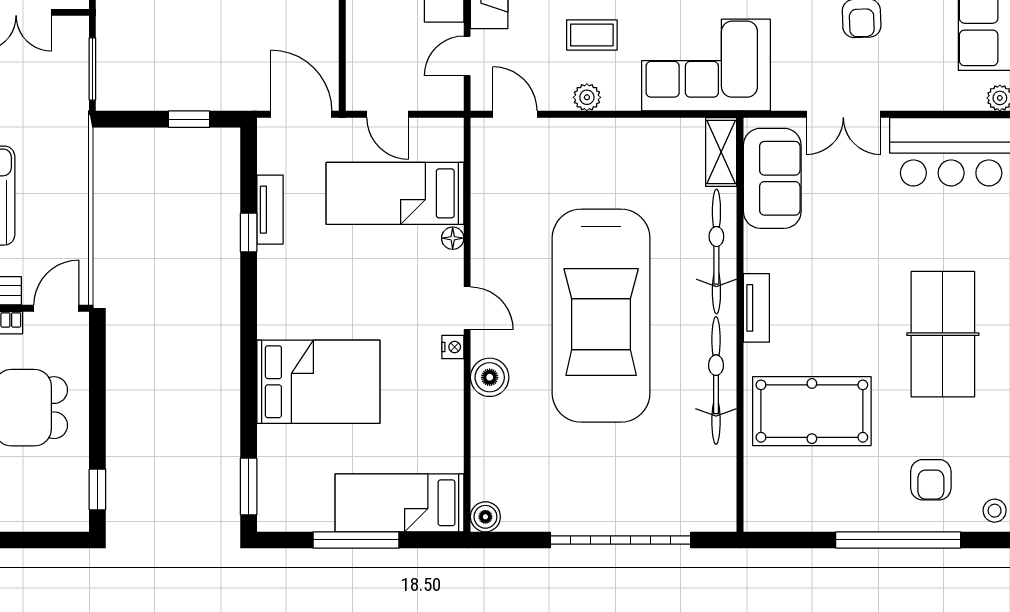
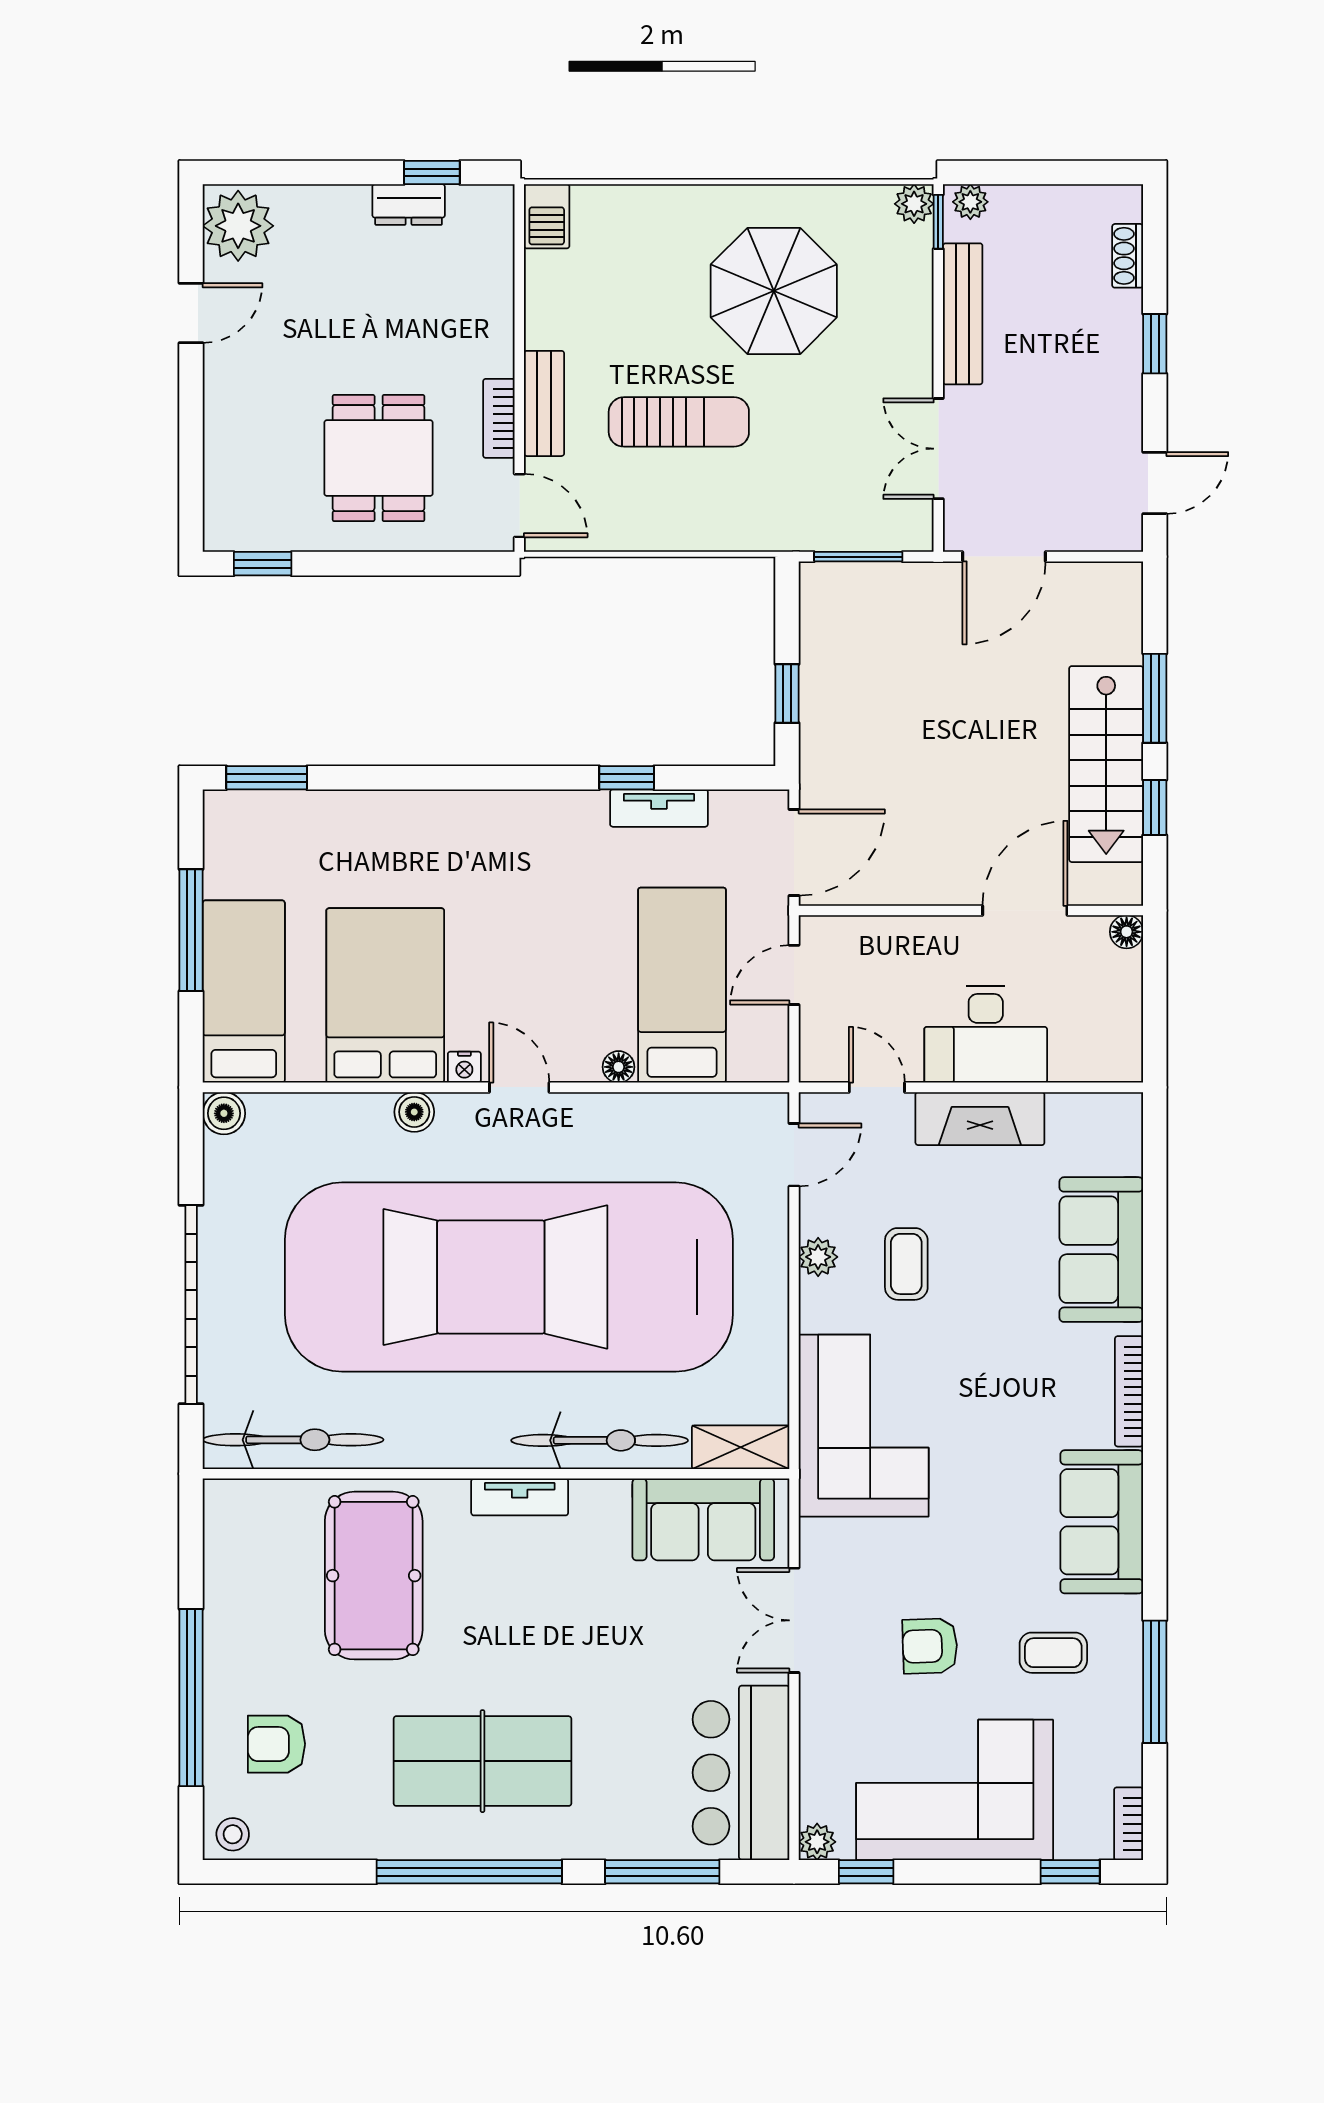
door: (467, 308) -> (519, 1087), swing flipped
car: (601, 316) -> (509, 1277), width x1.36, depth x1.48
boiler: (490, 377) -> (414, 1112), width x0.73, depth x0.73
bicycle: (716, 380) -> (293, 1440), moved
bed: (318, 382) -> (385, 995), moved, turned 180

